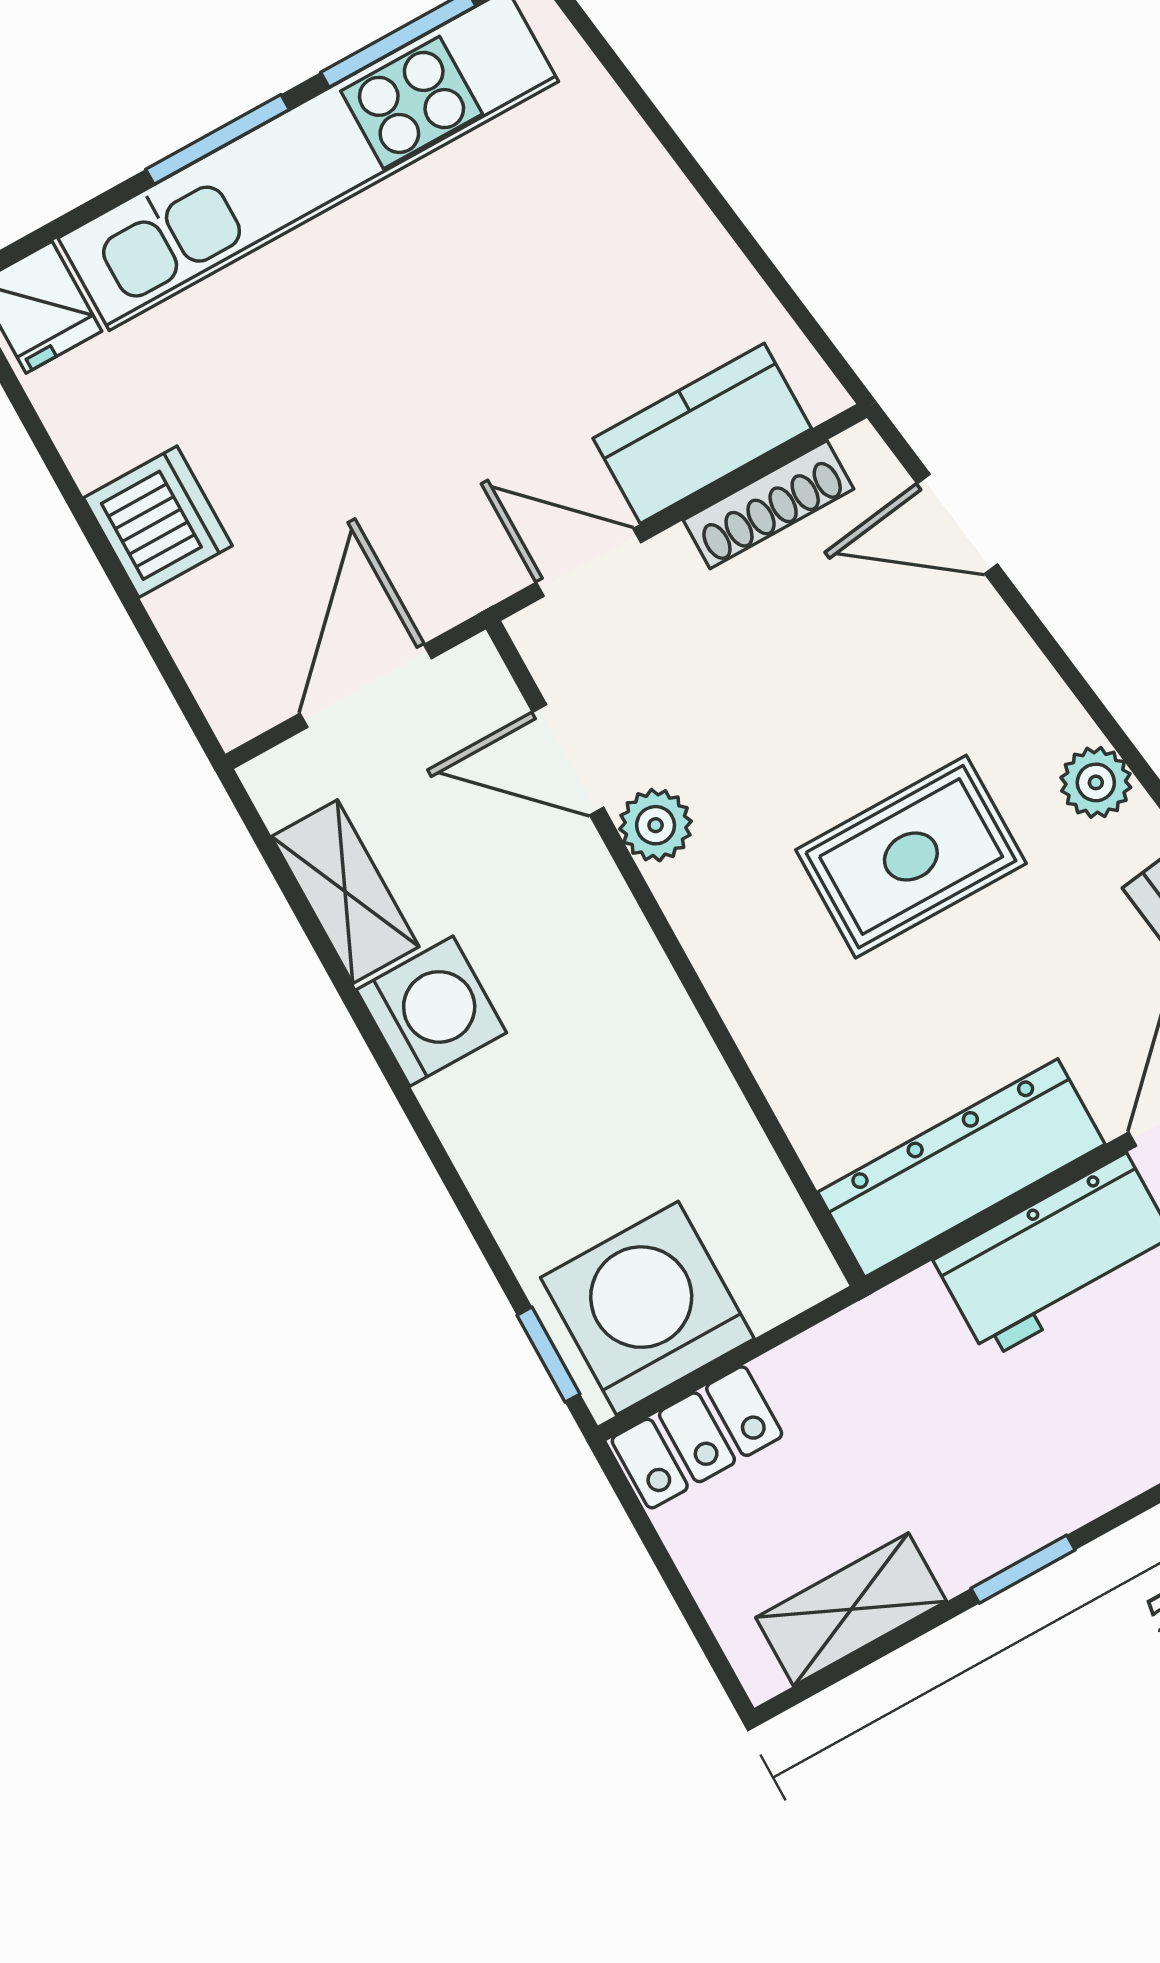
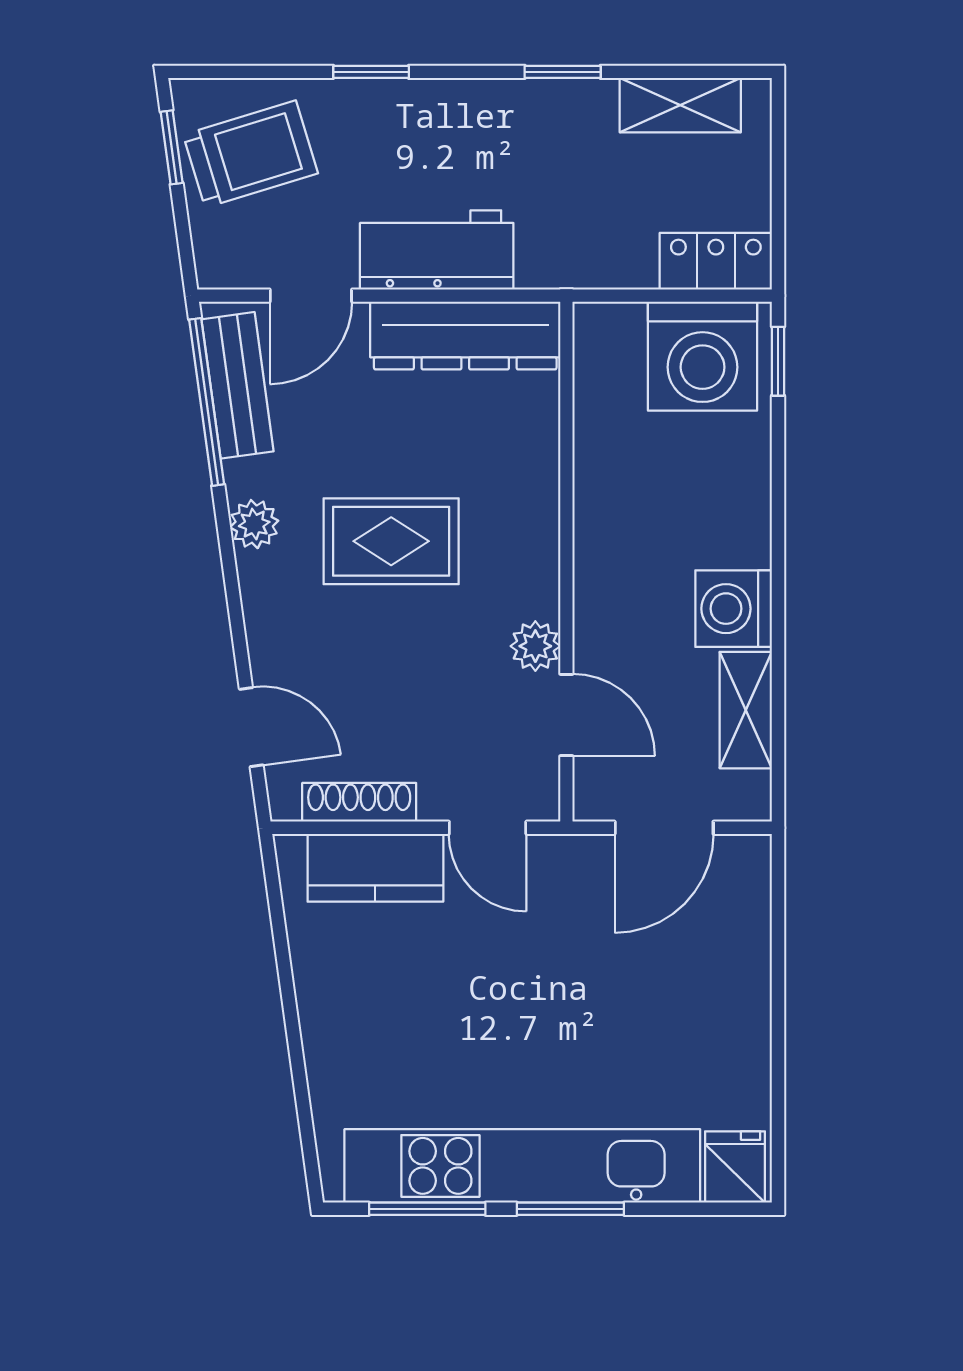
dishwasher: (158, 522) -> (735, 997), removed

